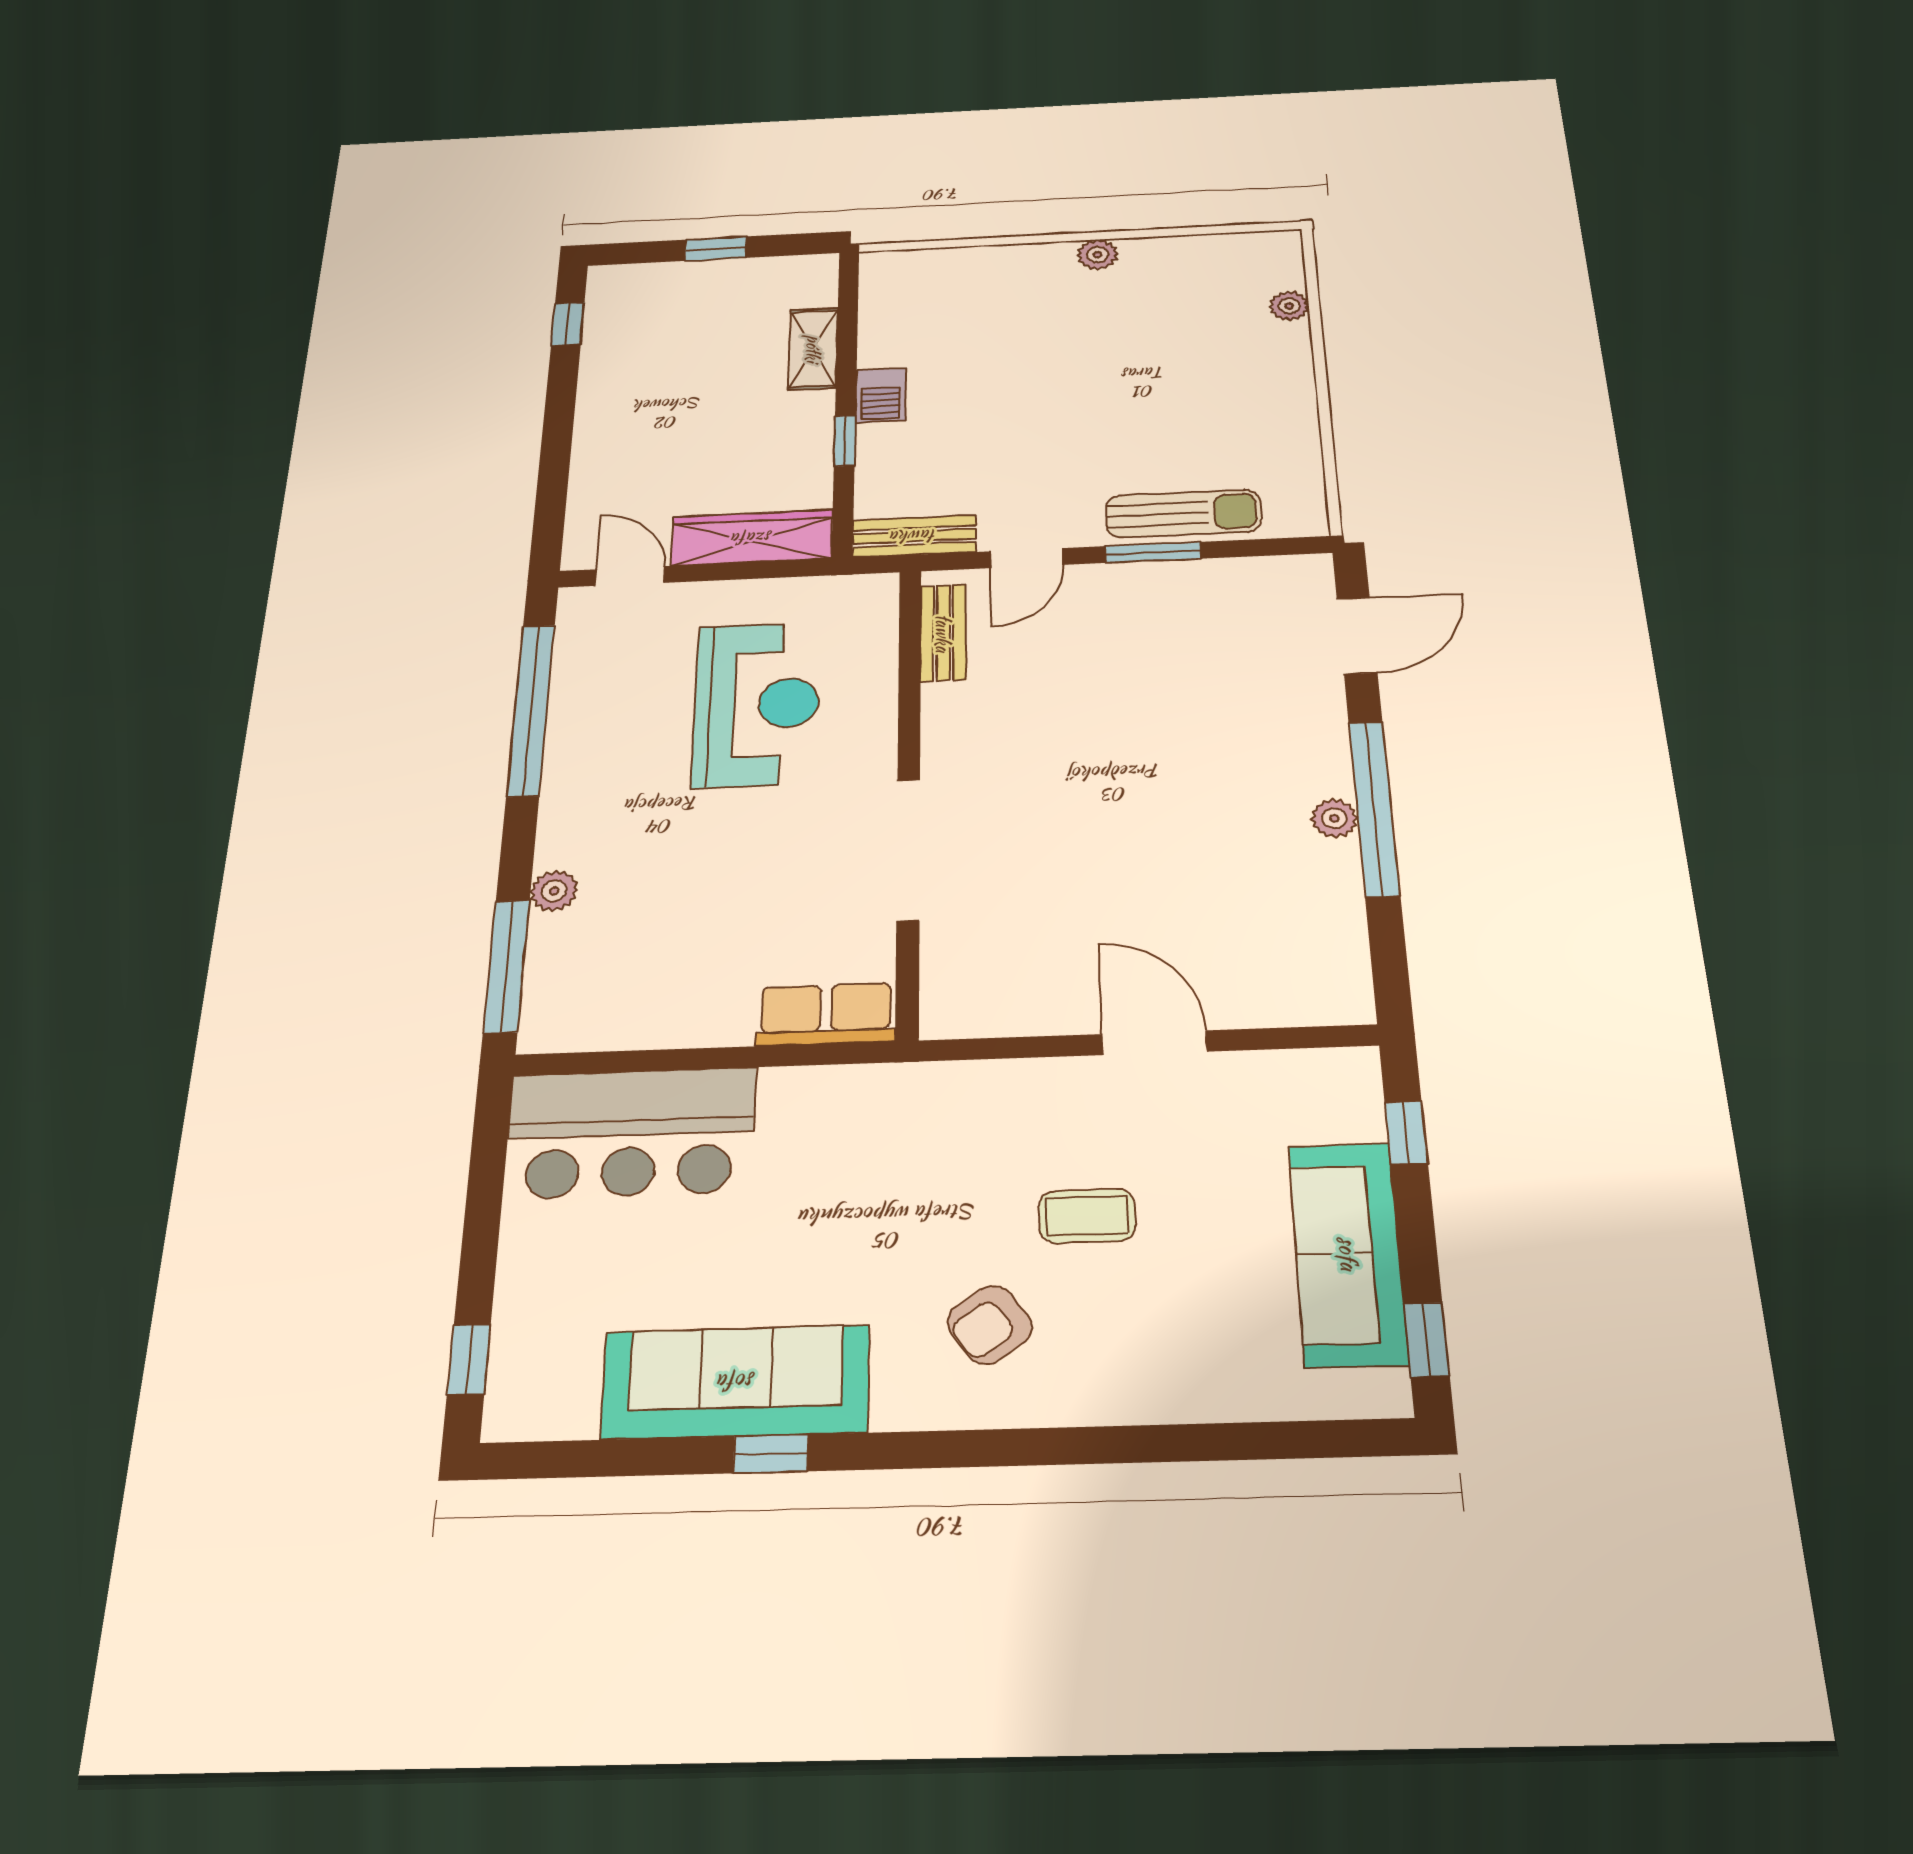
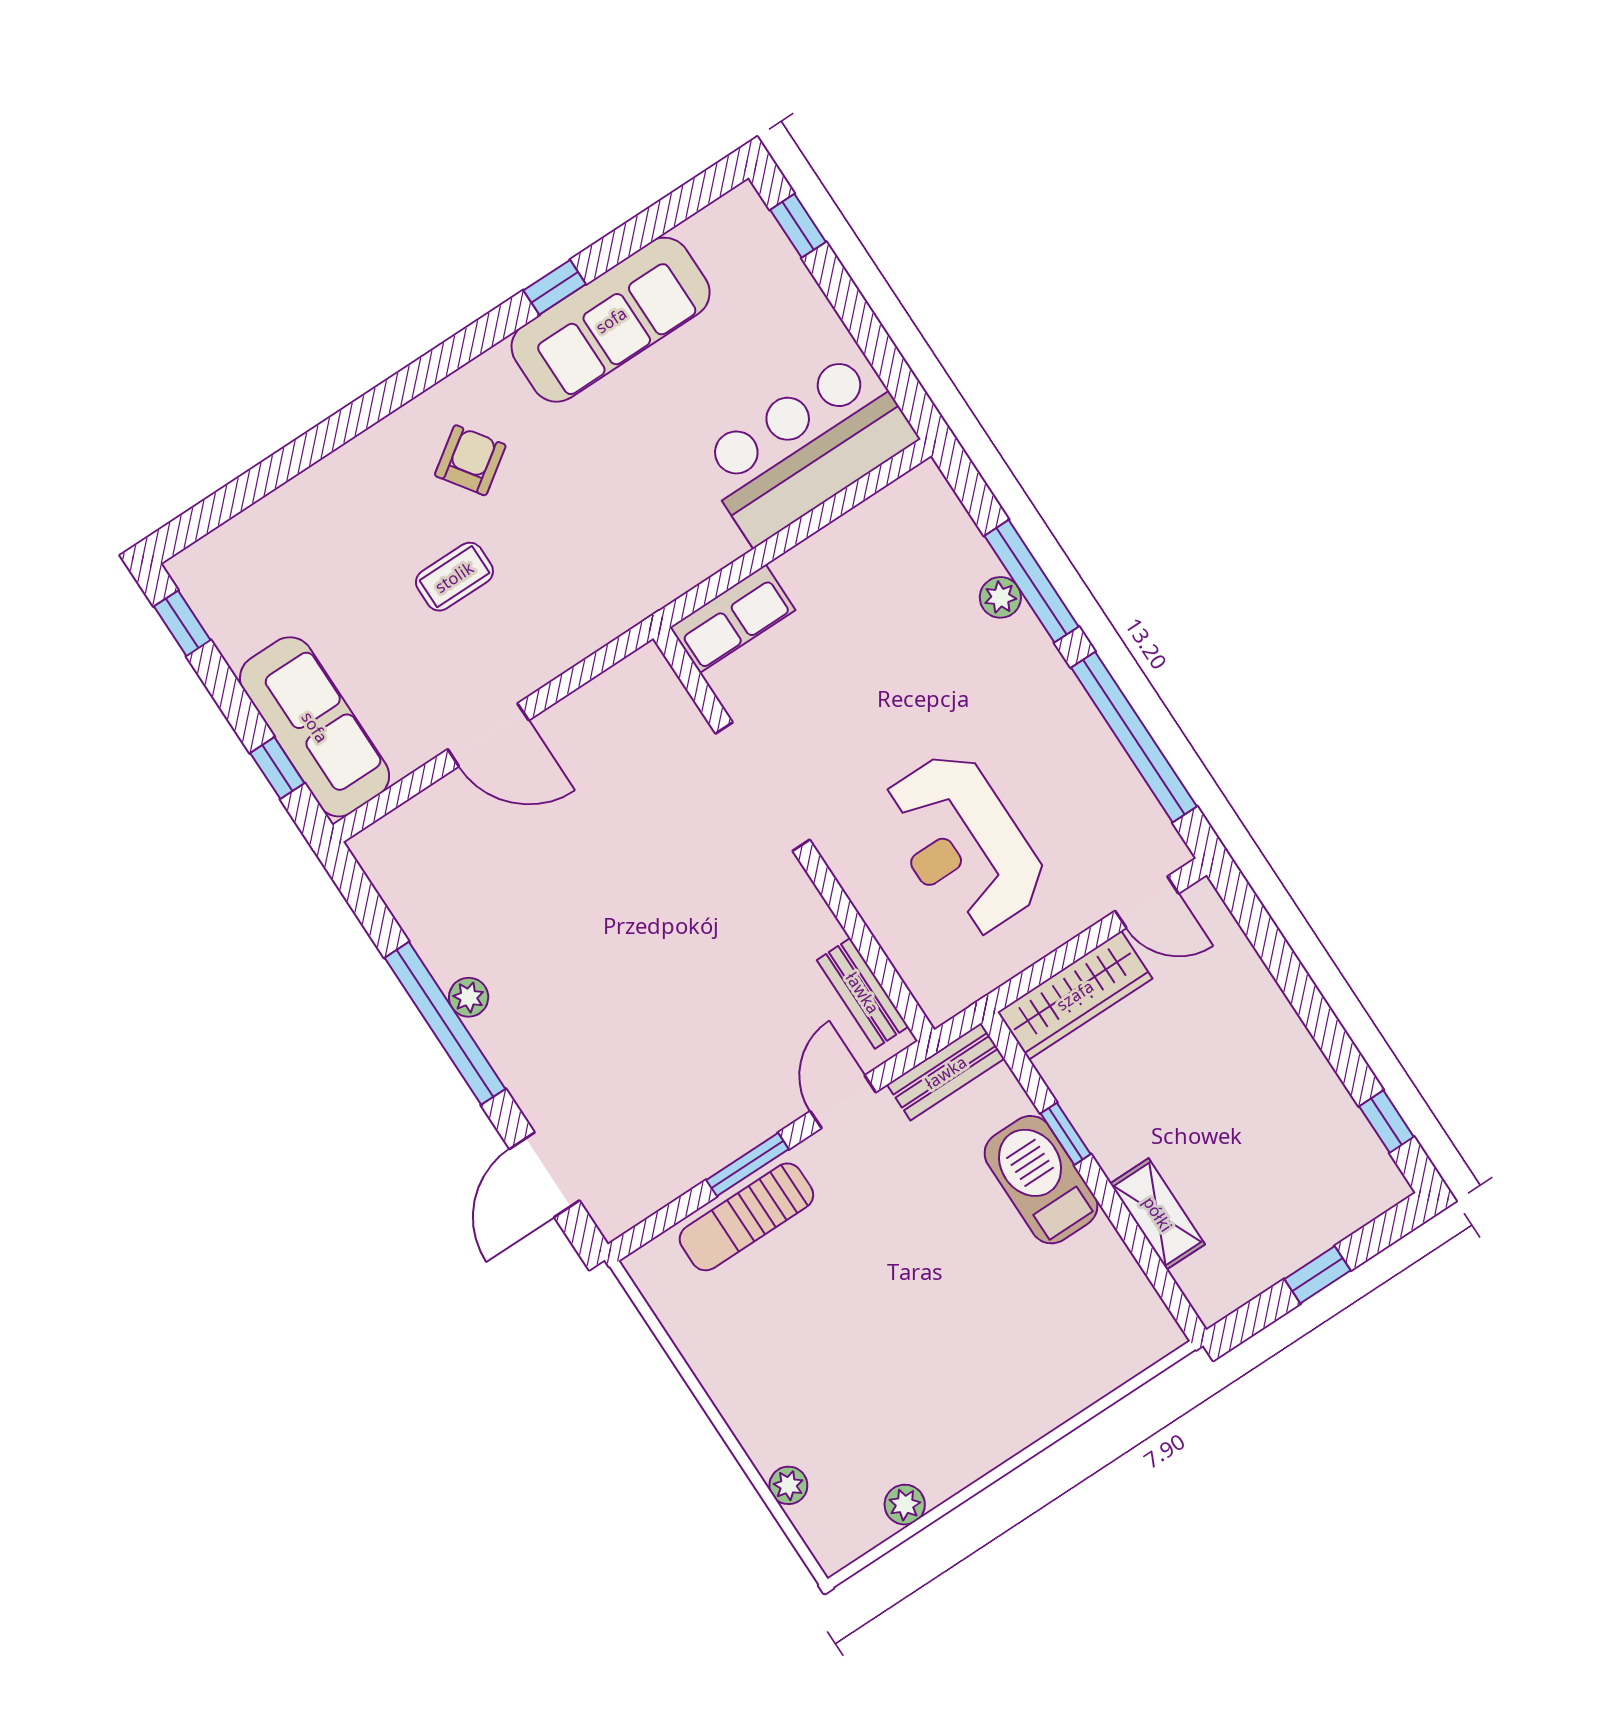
plant: (1097, 255) -> (905, 1505), moved
barbecue: (881, 395) -> (1041, 1180), width x1.88, depth x1.53
window: (506, 966) -> (1031, 581), moved
sofa: (1348, 1254) -> (315, 727), moved

